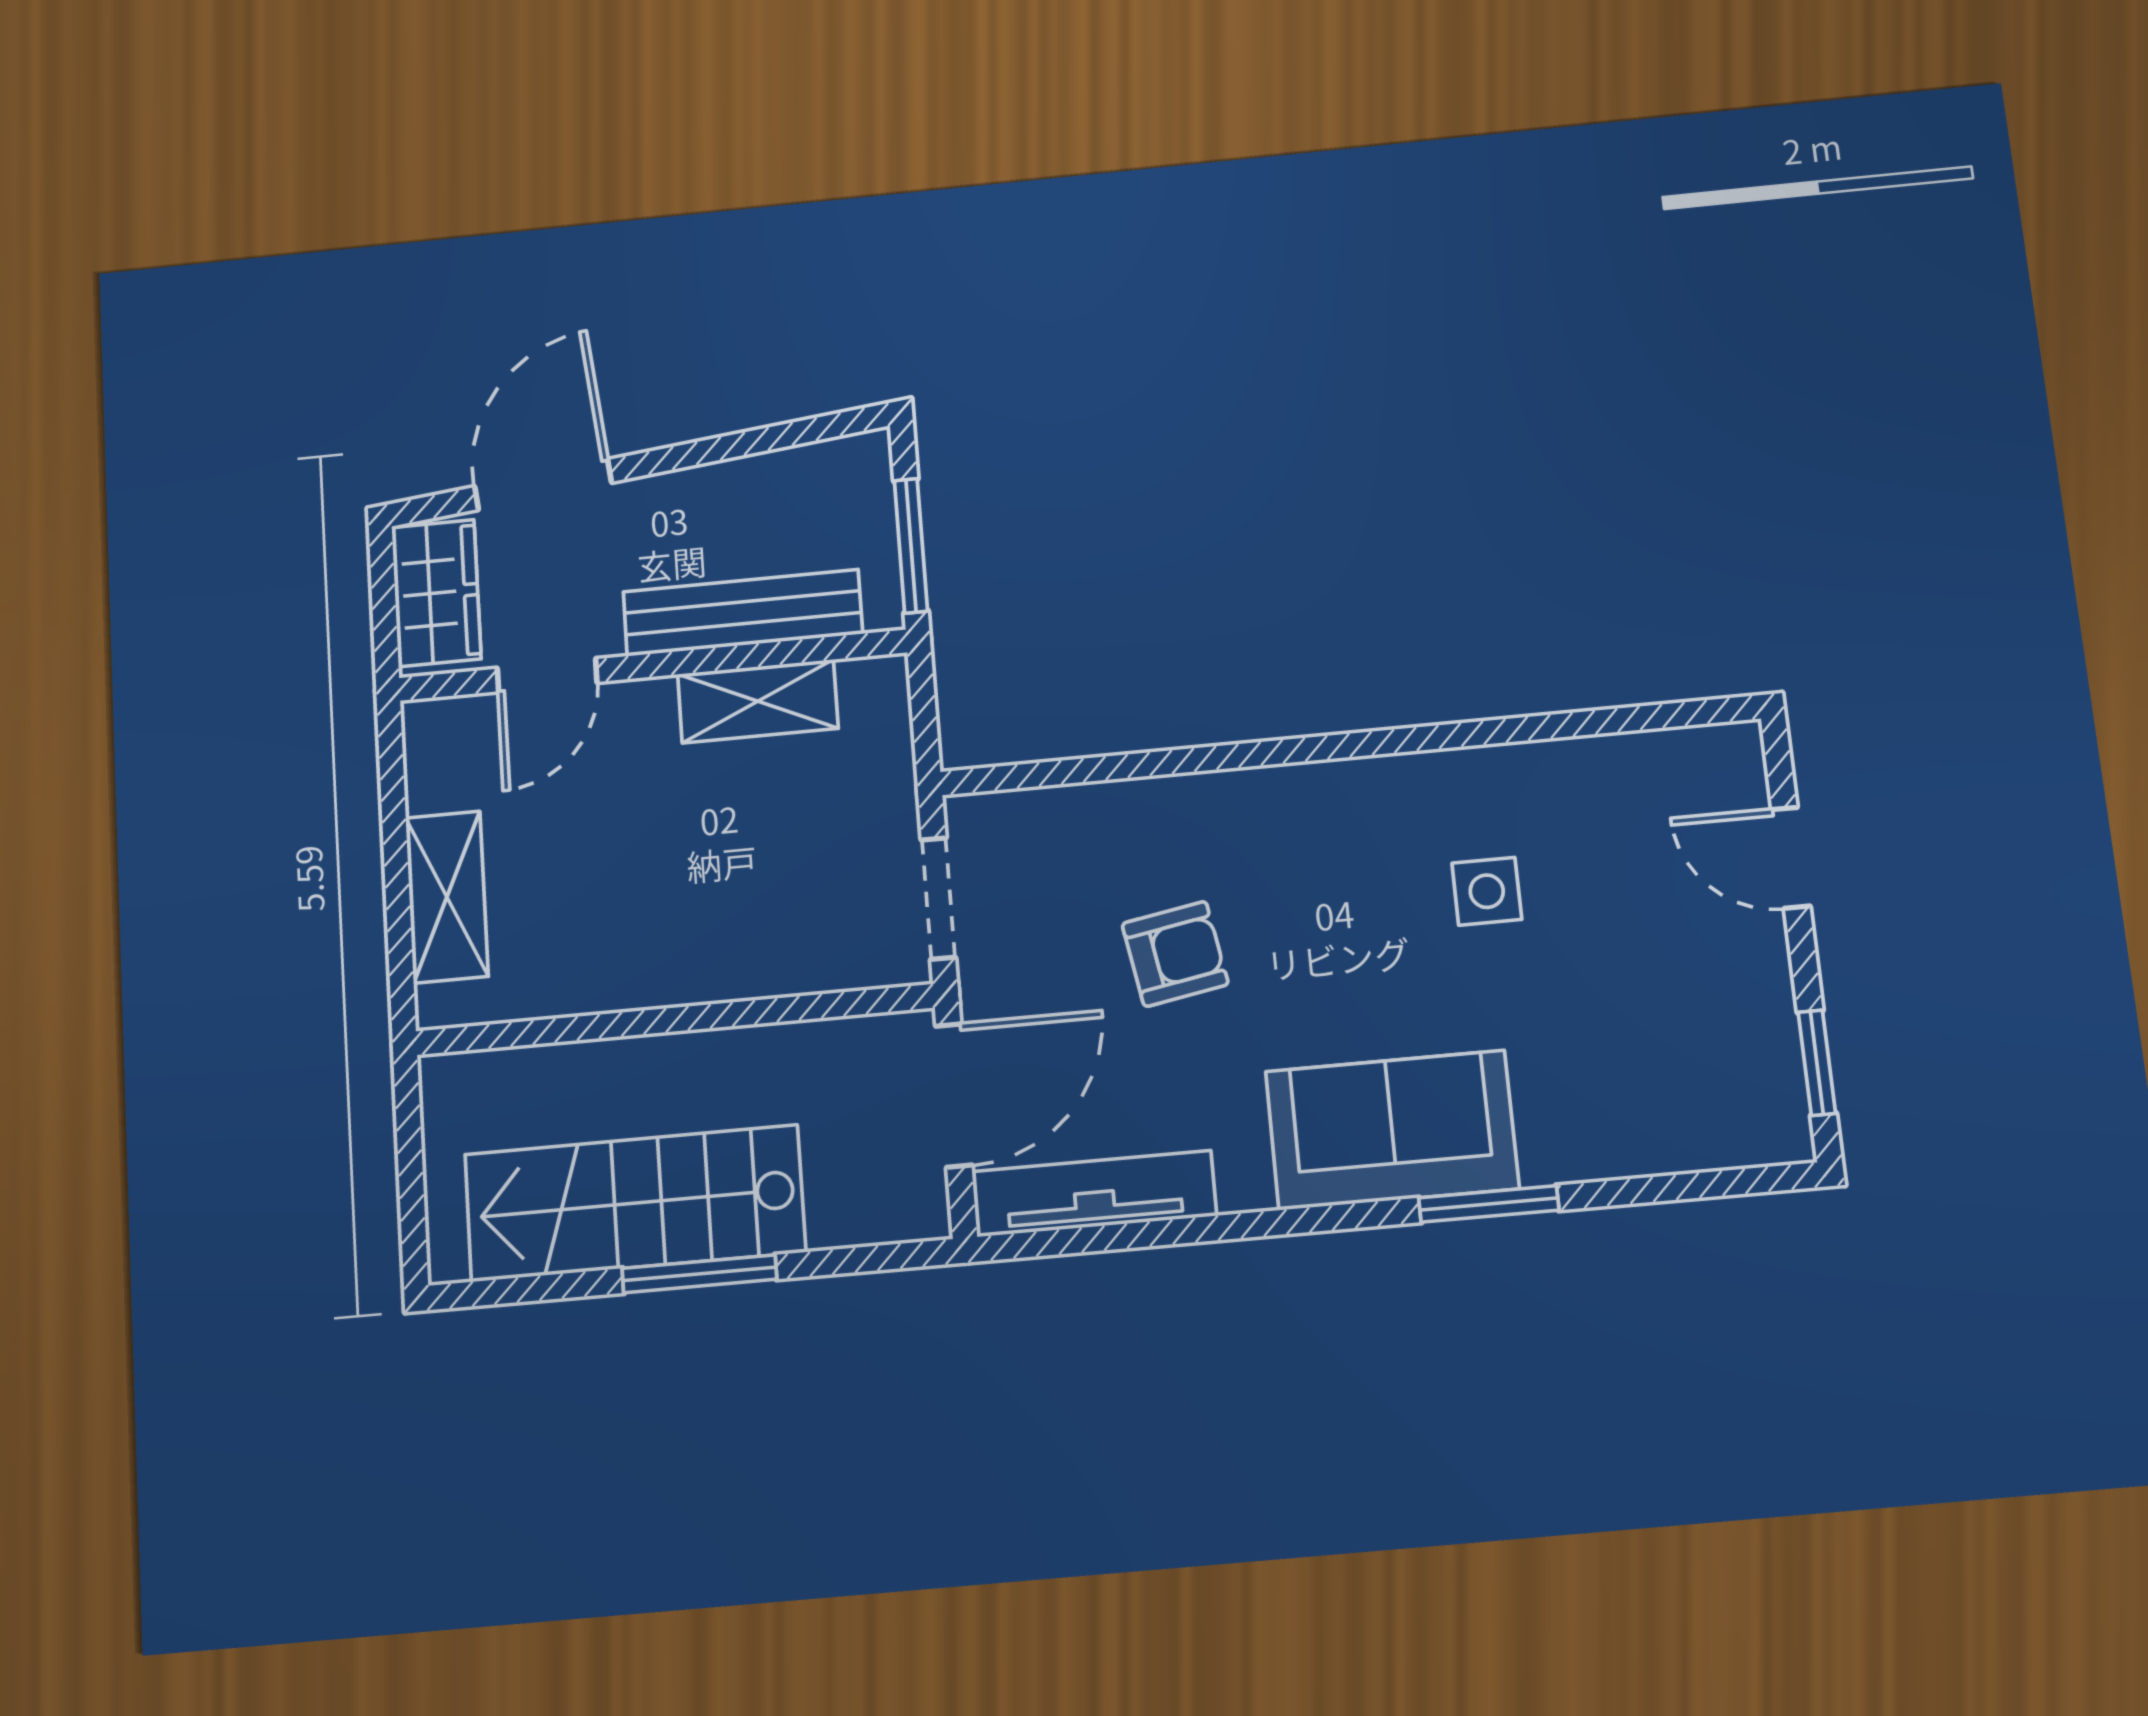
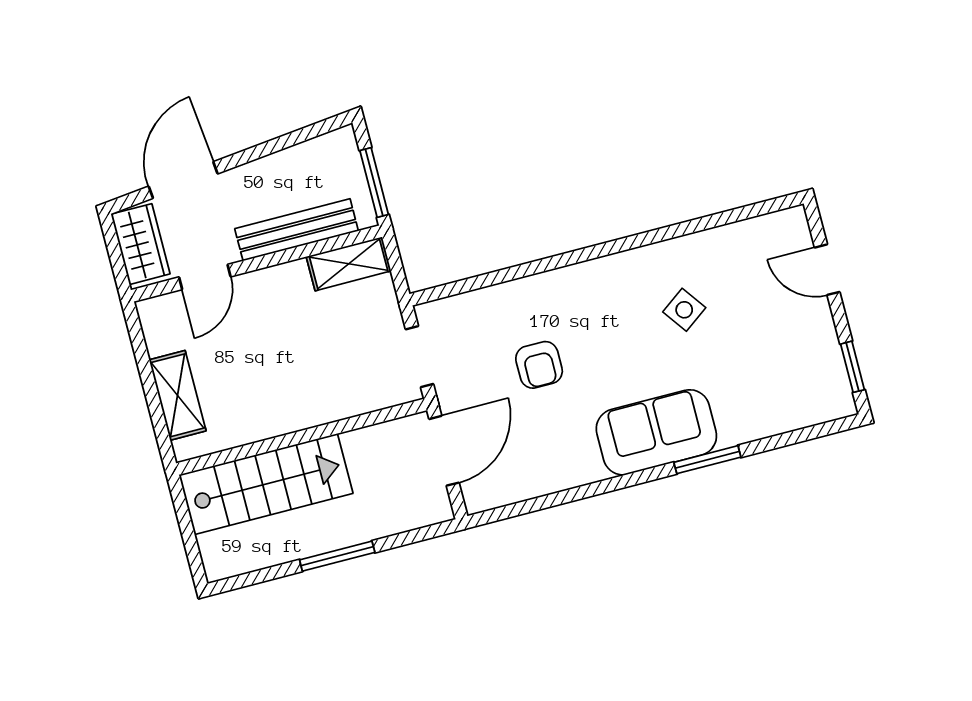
shelving: (758, 701) -> (349, 264), moved
side table: (1487, 891) -> (684, 310), turned -36
armchair: (1175, 954) -> (539, 365), turned 100
tv unit: (1094, 1194) -> (519, 486), removed
stairs: (635, 1203) -> (266, 484), moved, turned 180

